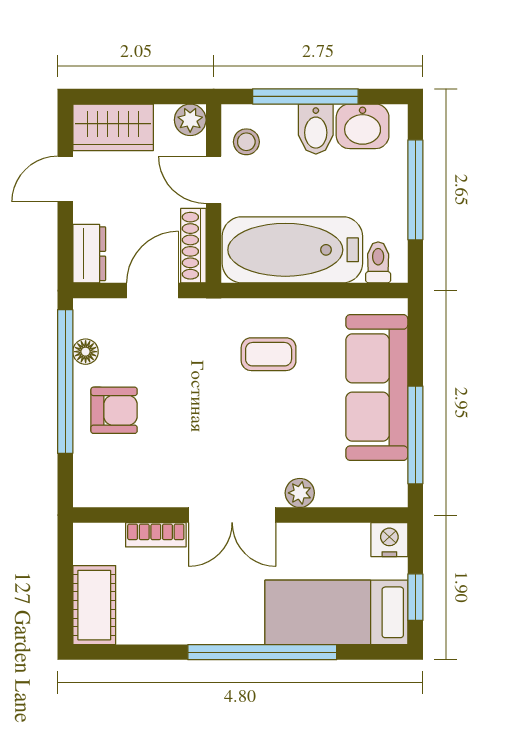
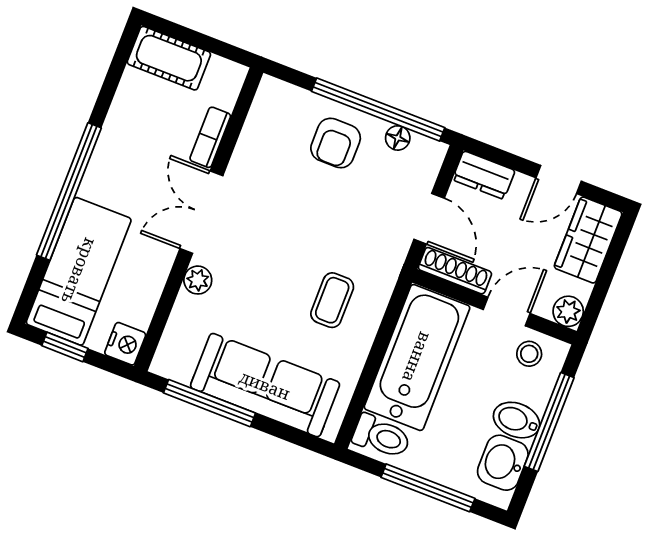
door: (65, 179) -> (559, 180), swing flipped
toilet: (378, 262) -> (382, 436), width x1.37, depth x1.39

